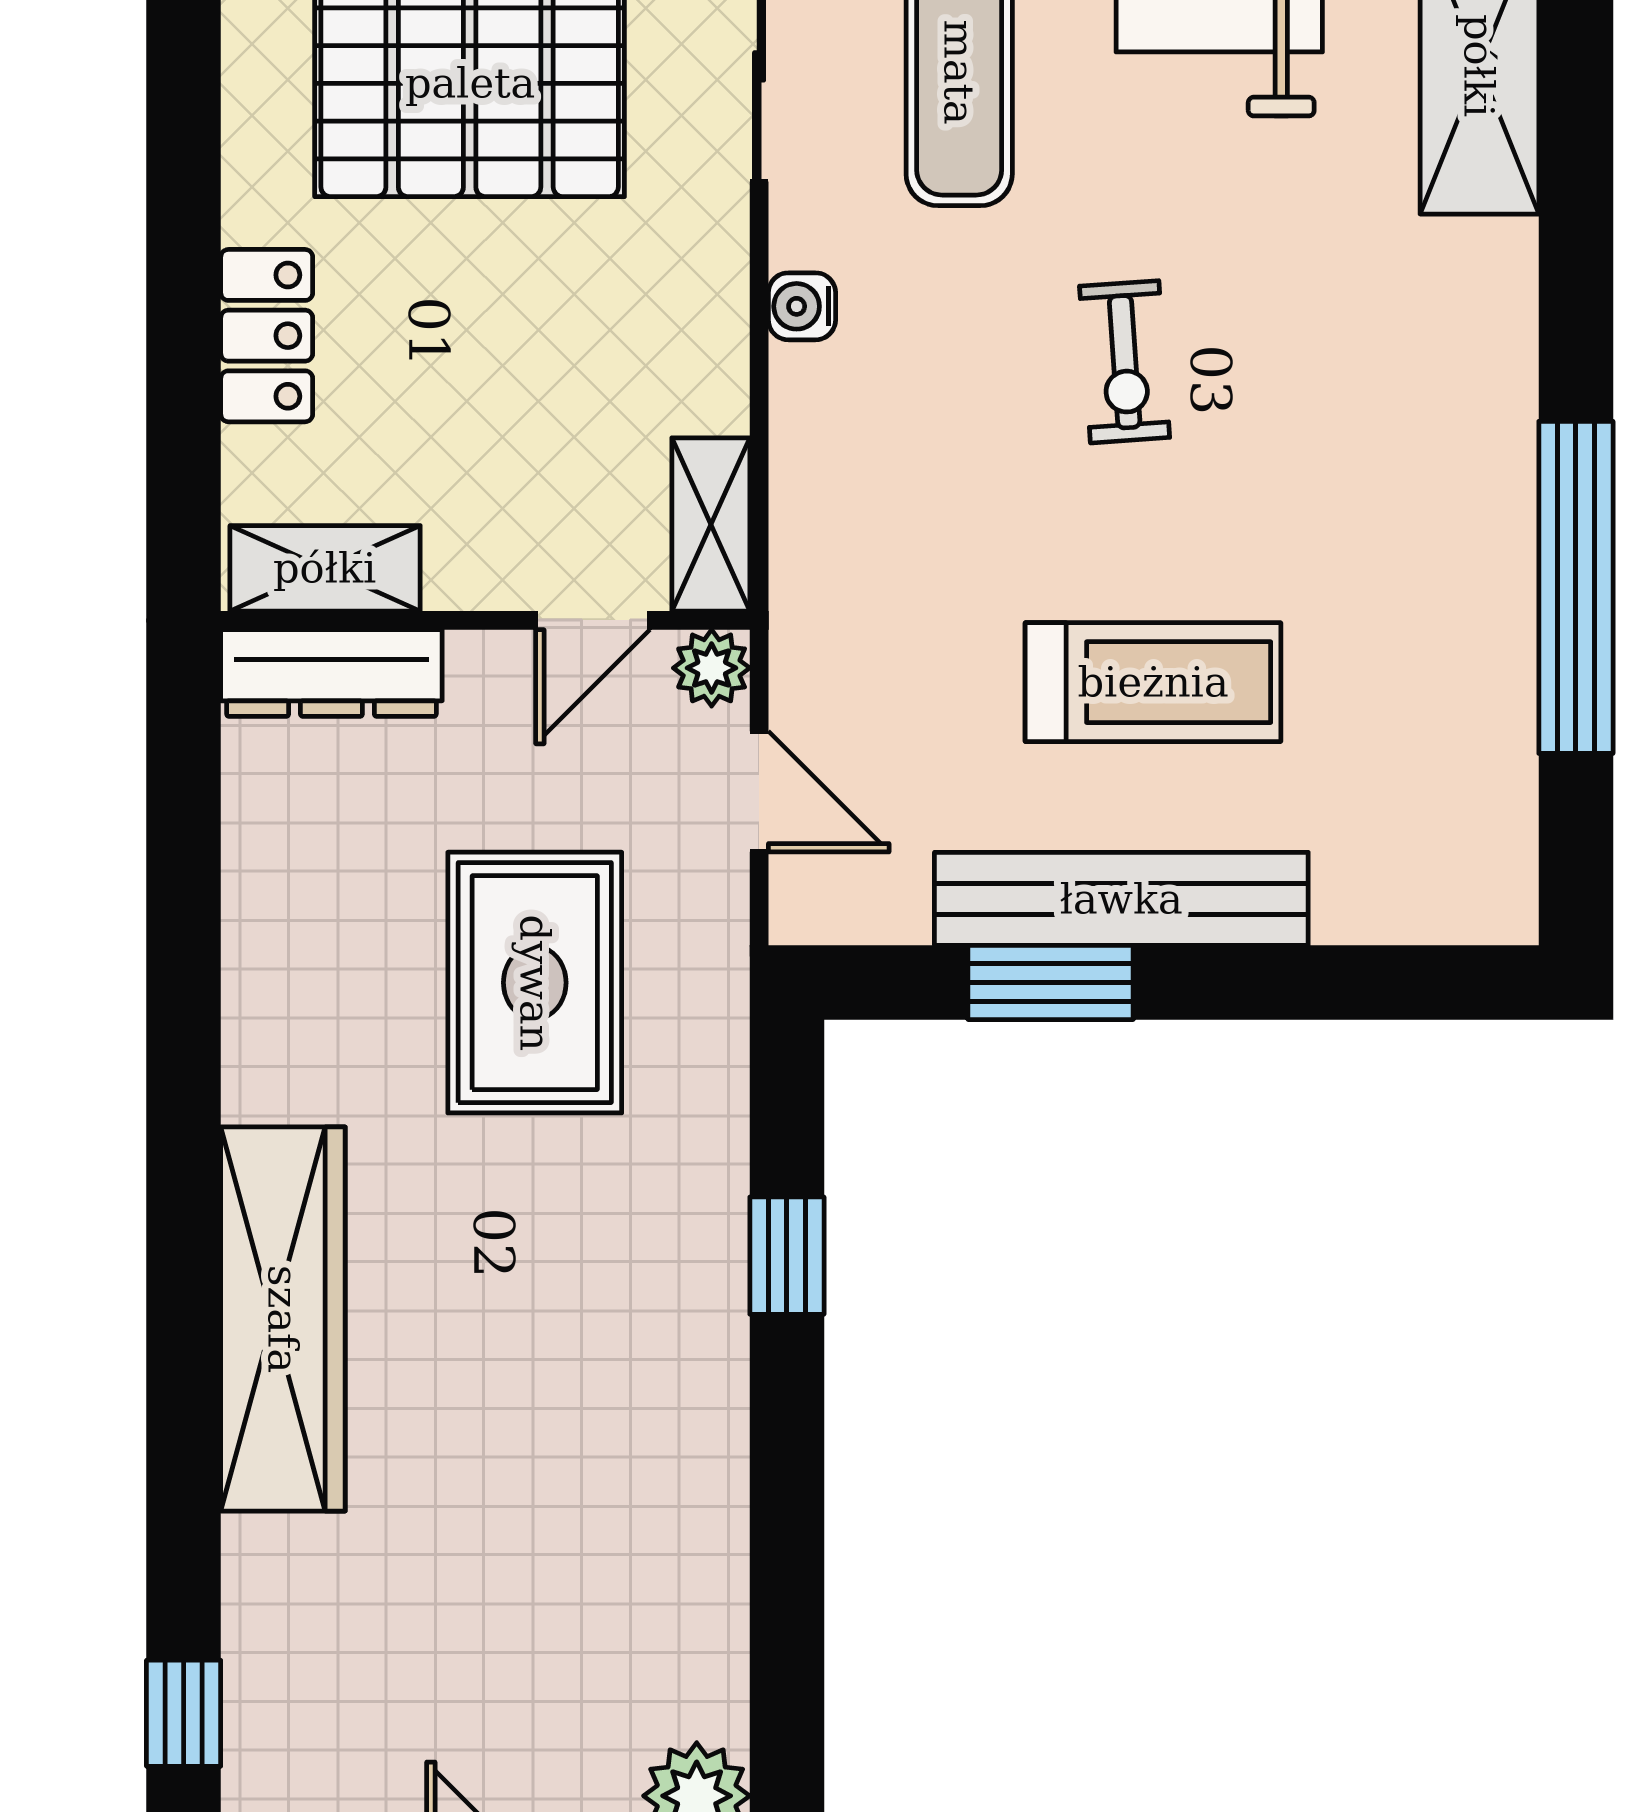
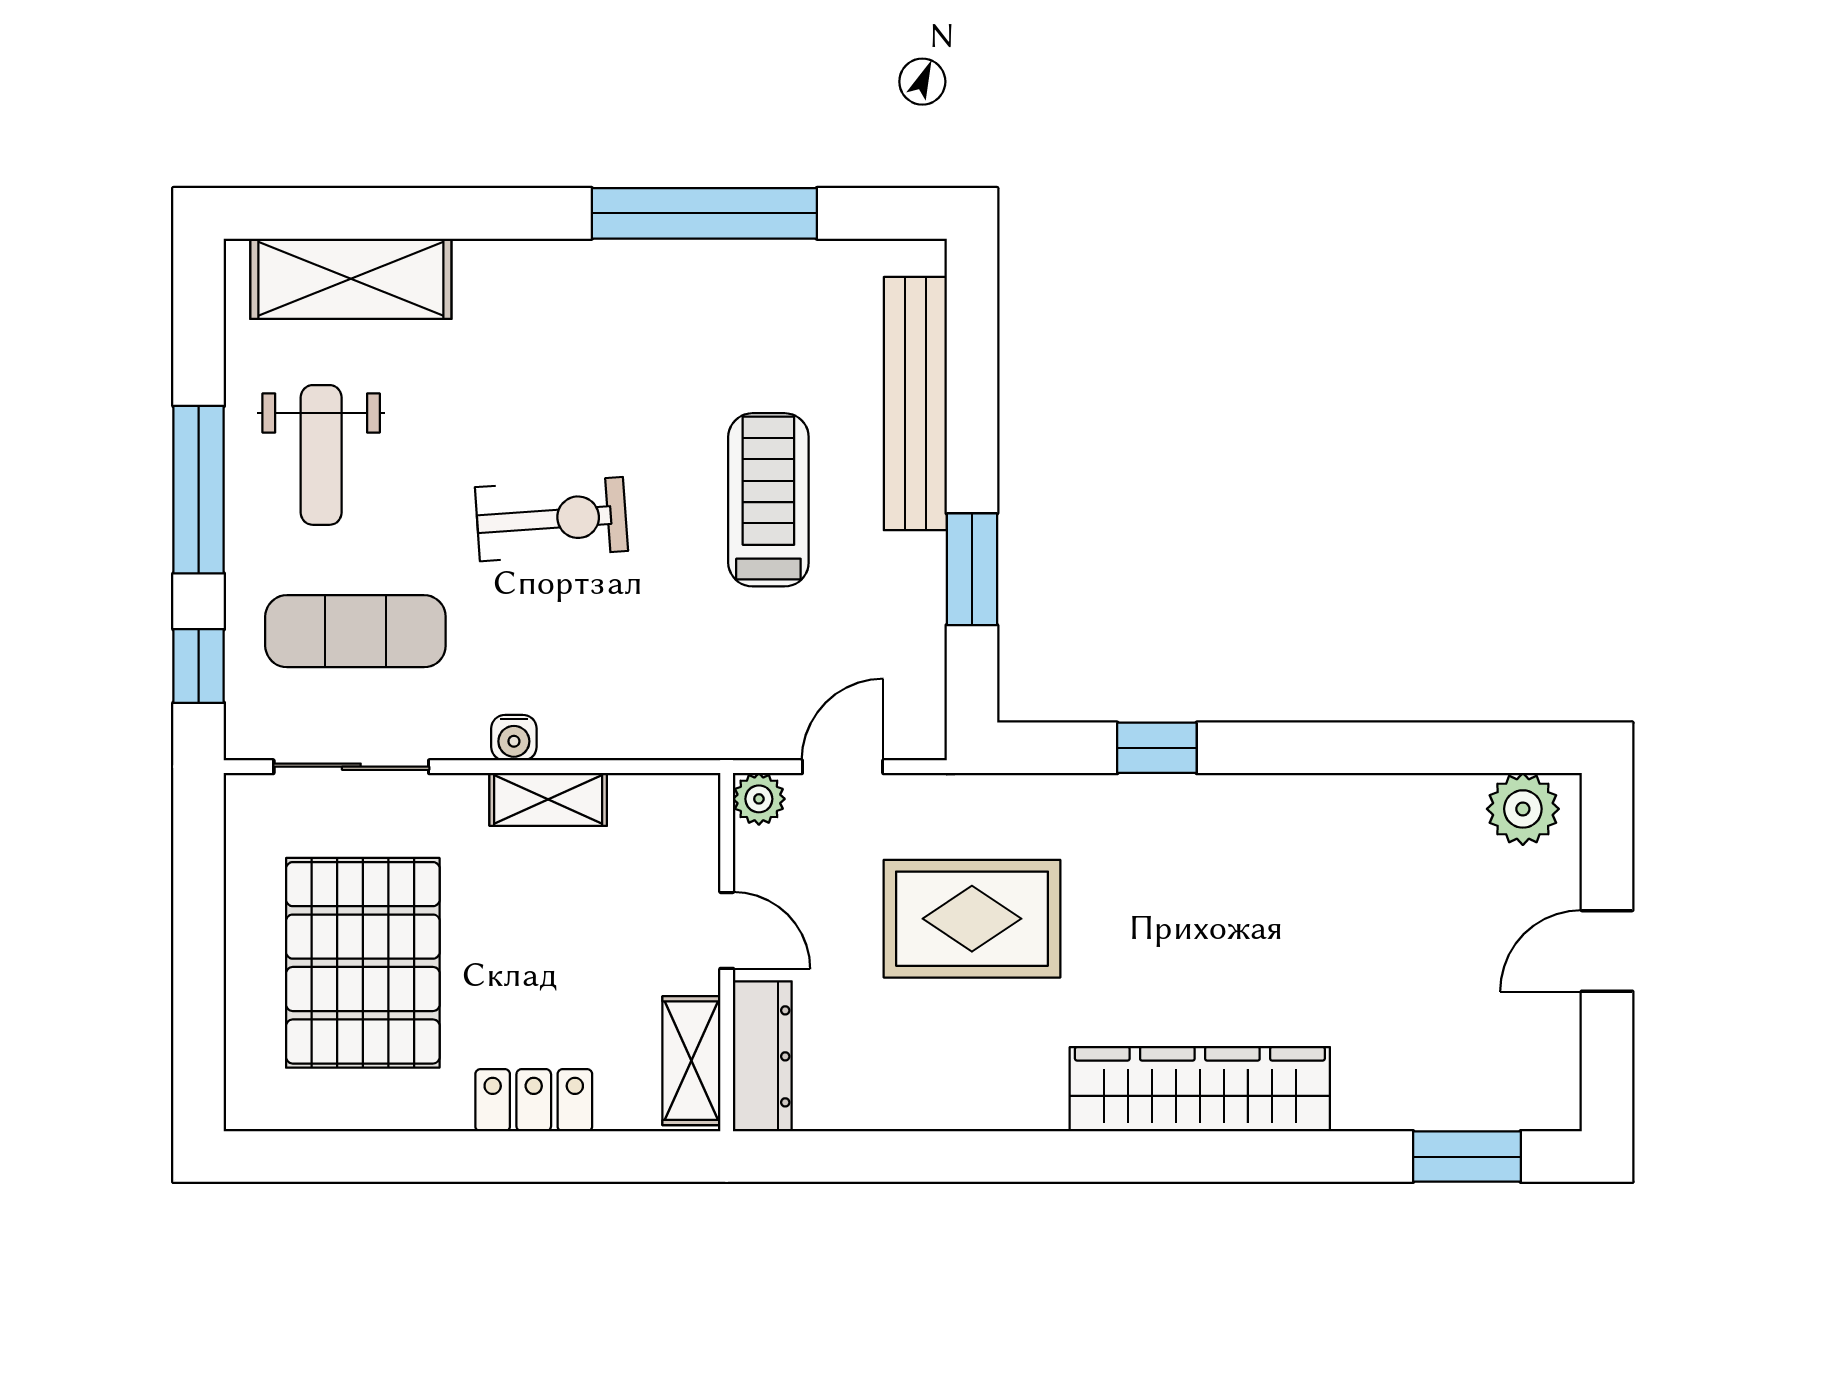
exercise bike: (1125, 362) -> (551, 519), width x1.38, depth x1.39
shelving: (711, 524) -> (548, 799), moved
door: (593, 620) -> (727, 930), moved
bench: (1121, 899) -> (915, 404), moved
window: (184, 1713) -> (1467, 1157), width x1.50

